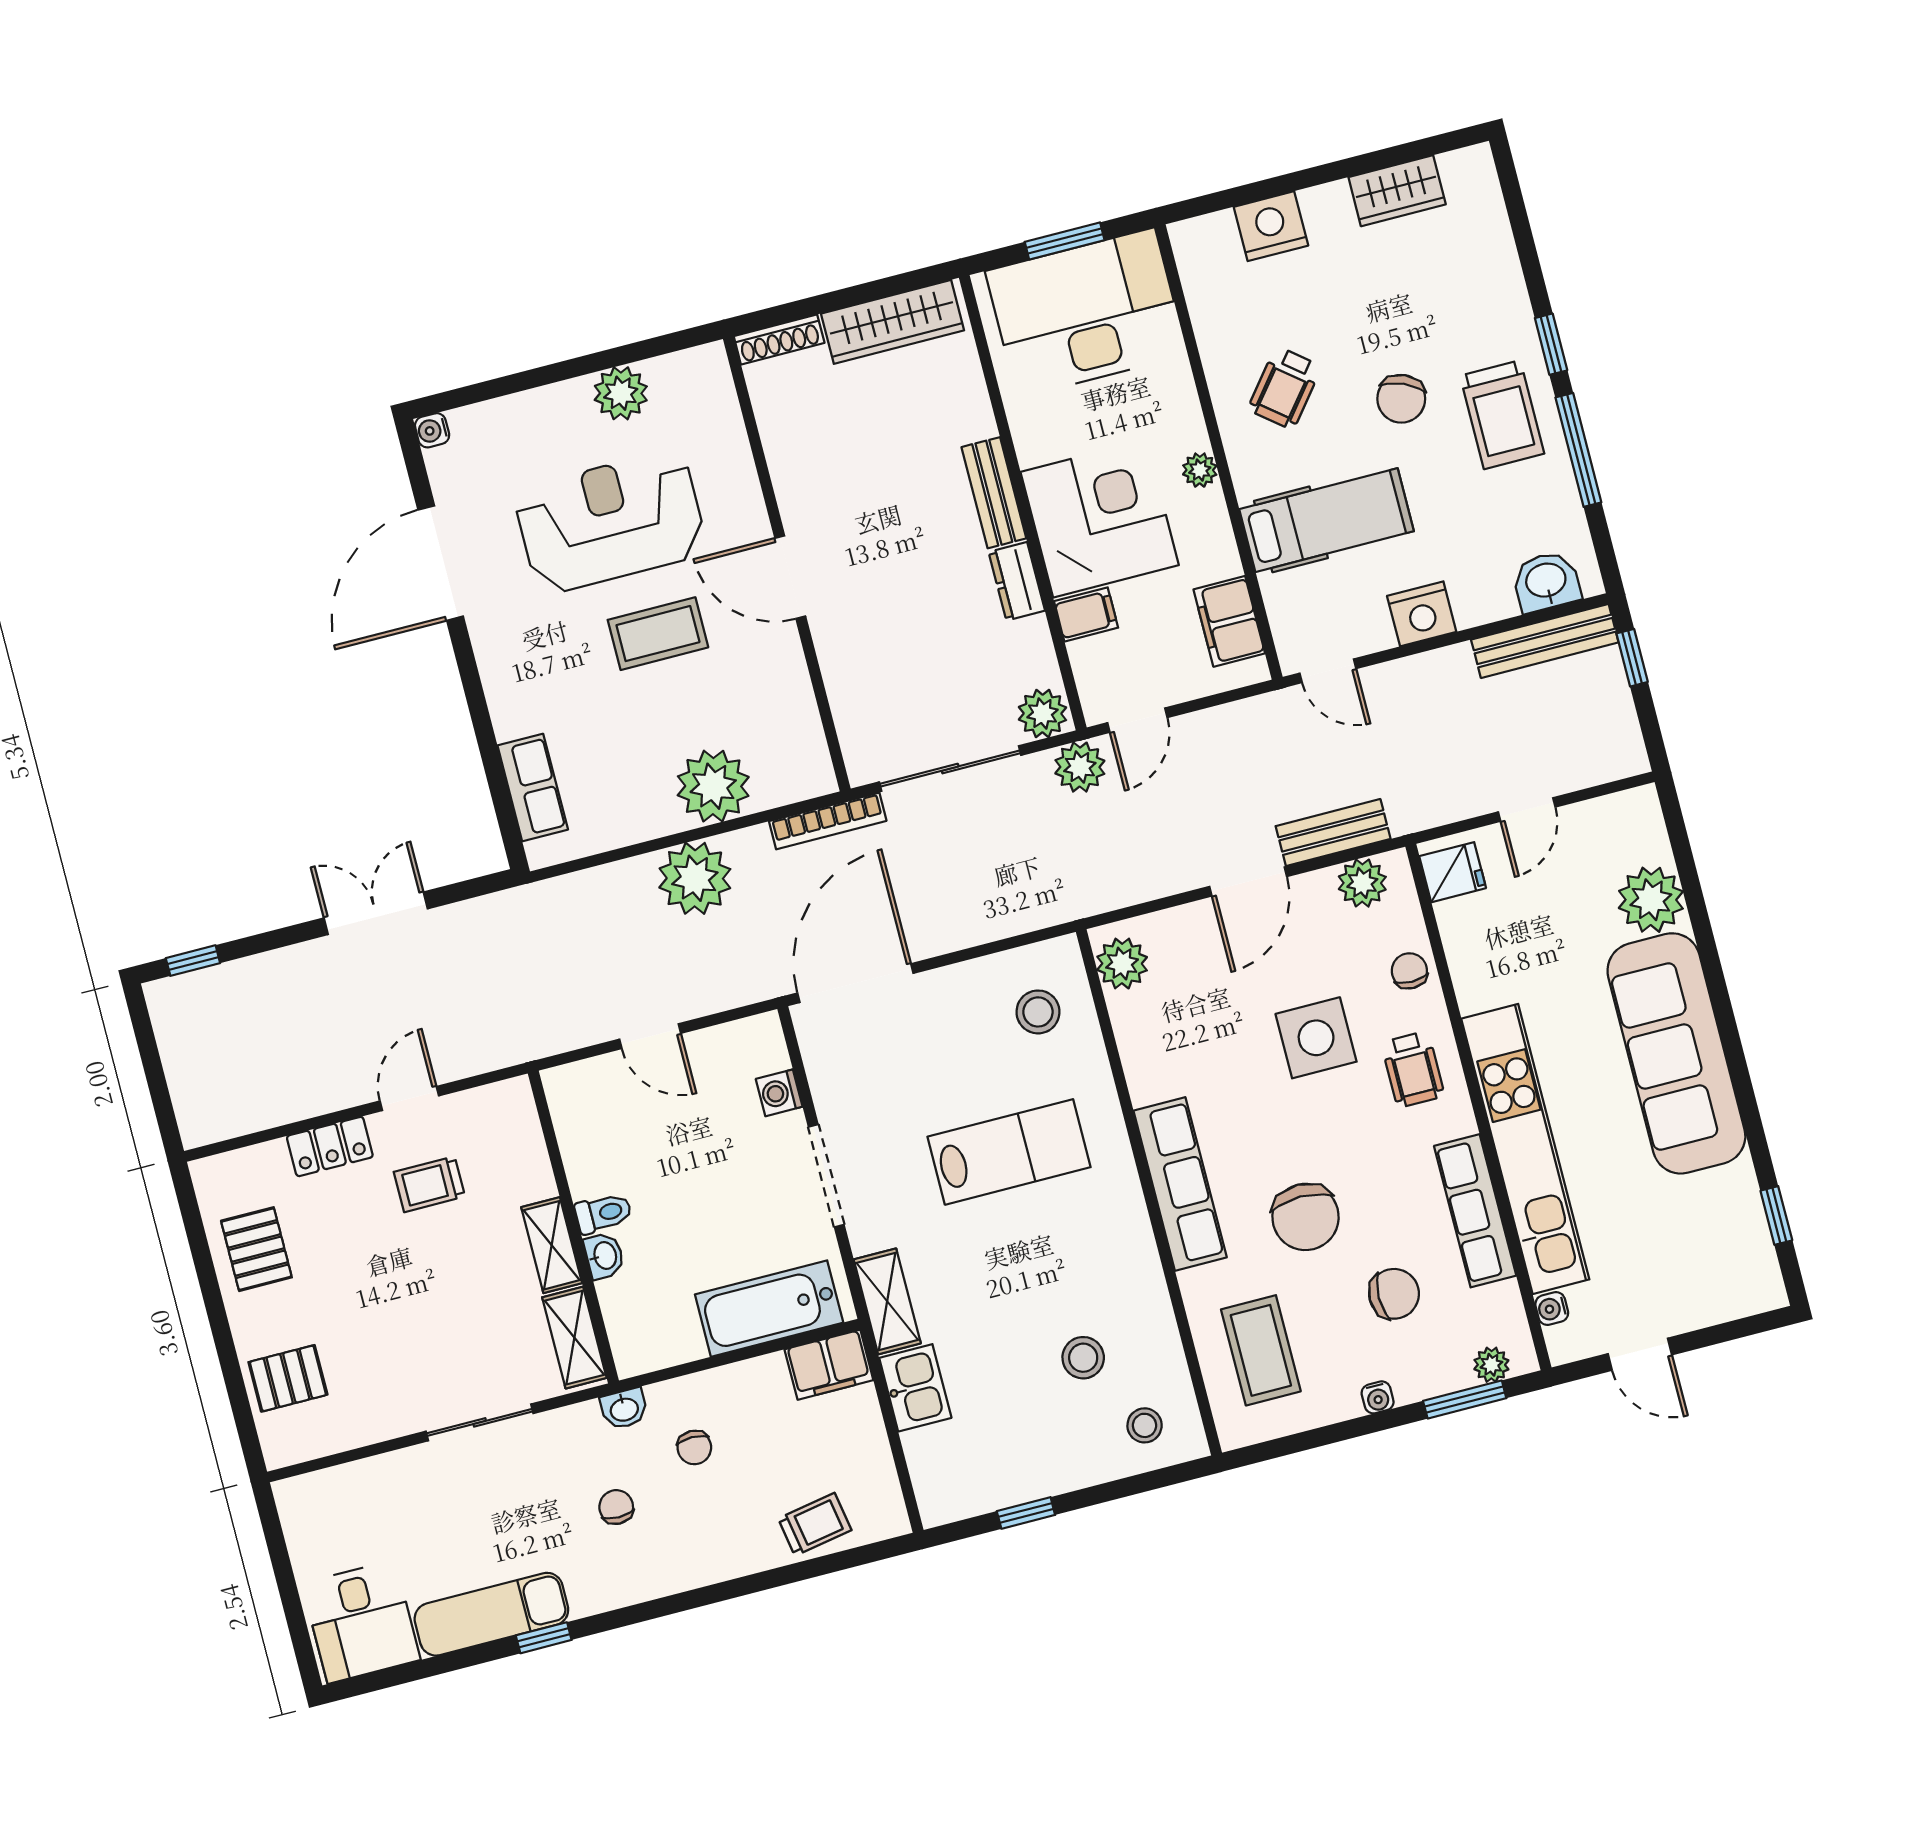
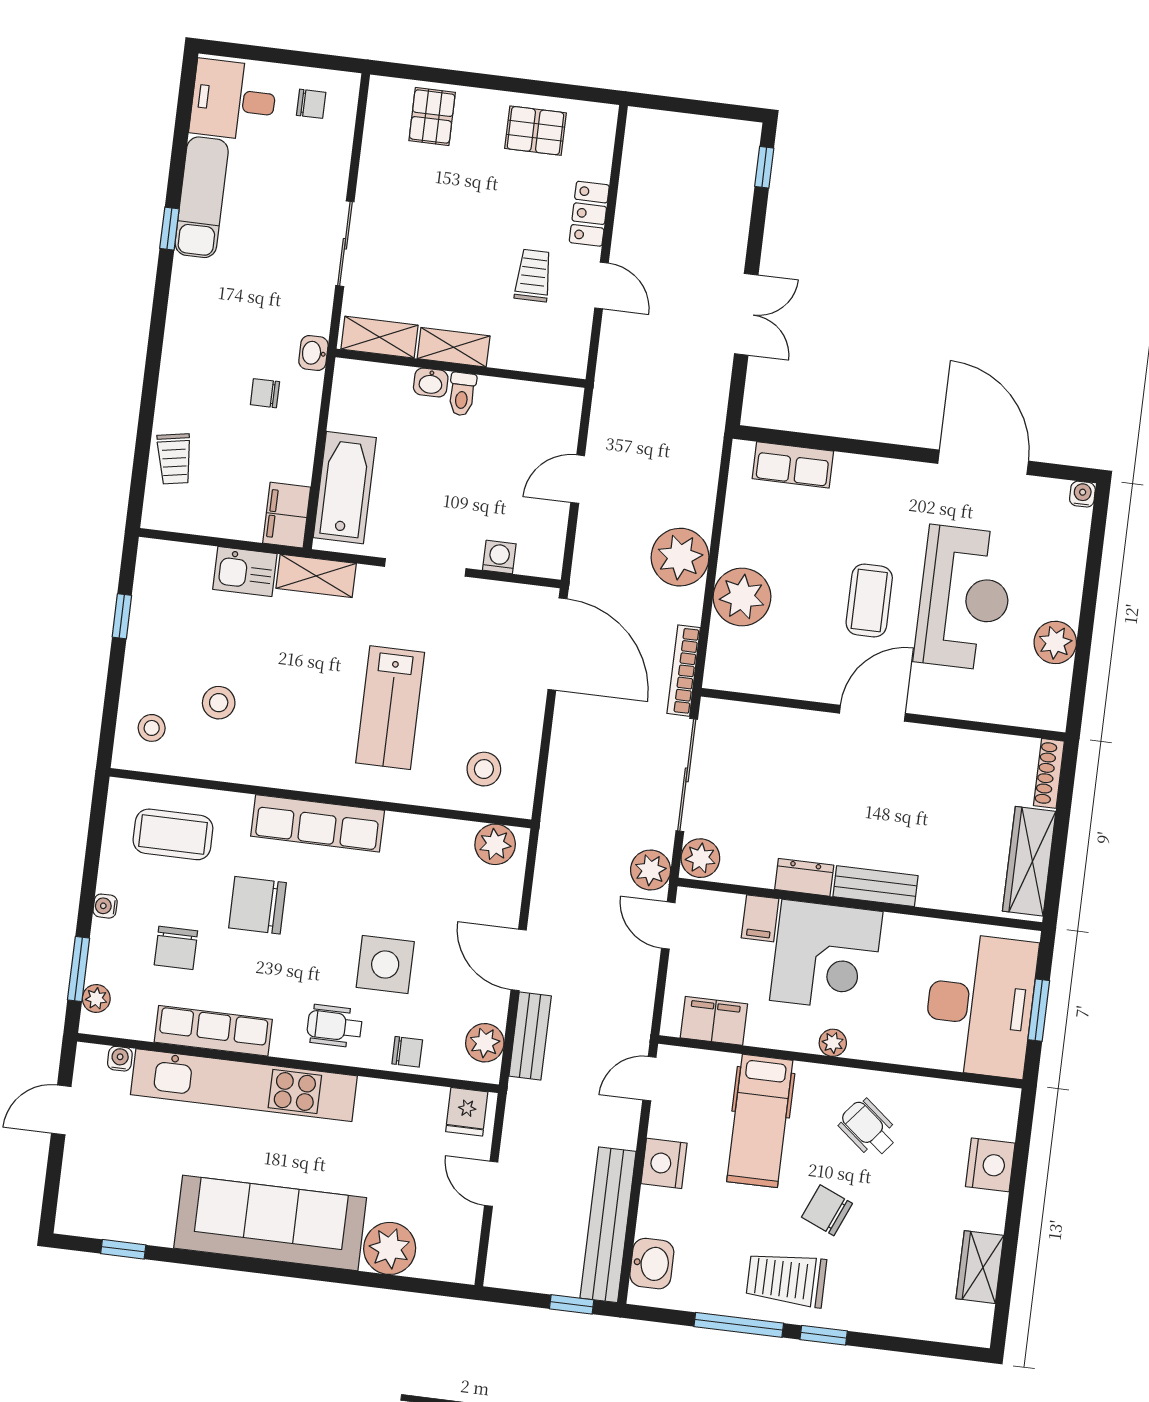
bench: (1545, 641) -> (608, 1225), width x1.37, depth x1.21
chair: (616, 1507) -> (311, 104), moved

